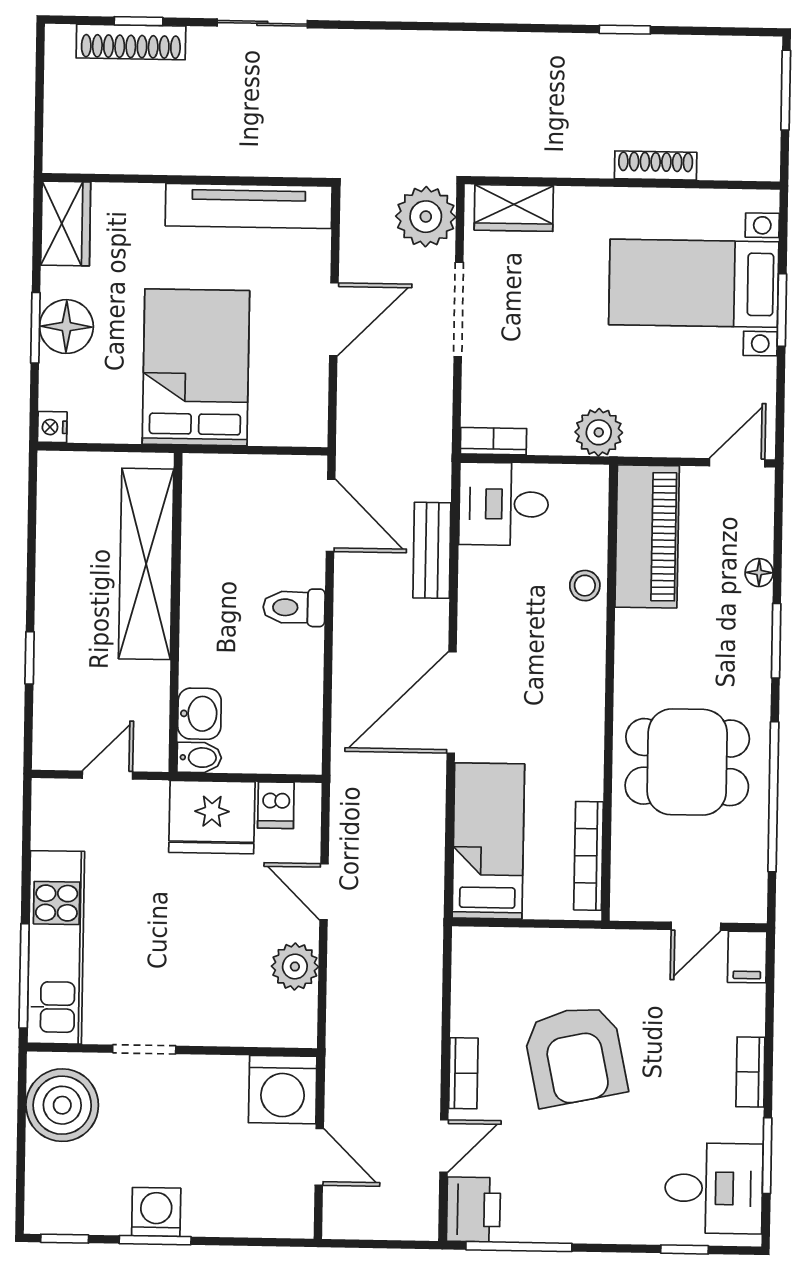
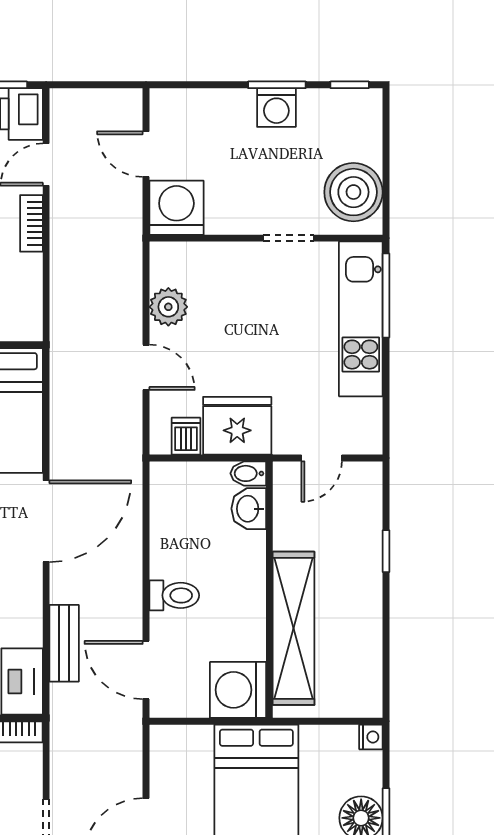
washing machine: (217, 489) -> (238, 690), added

